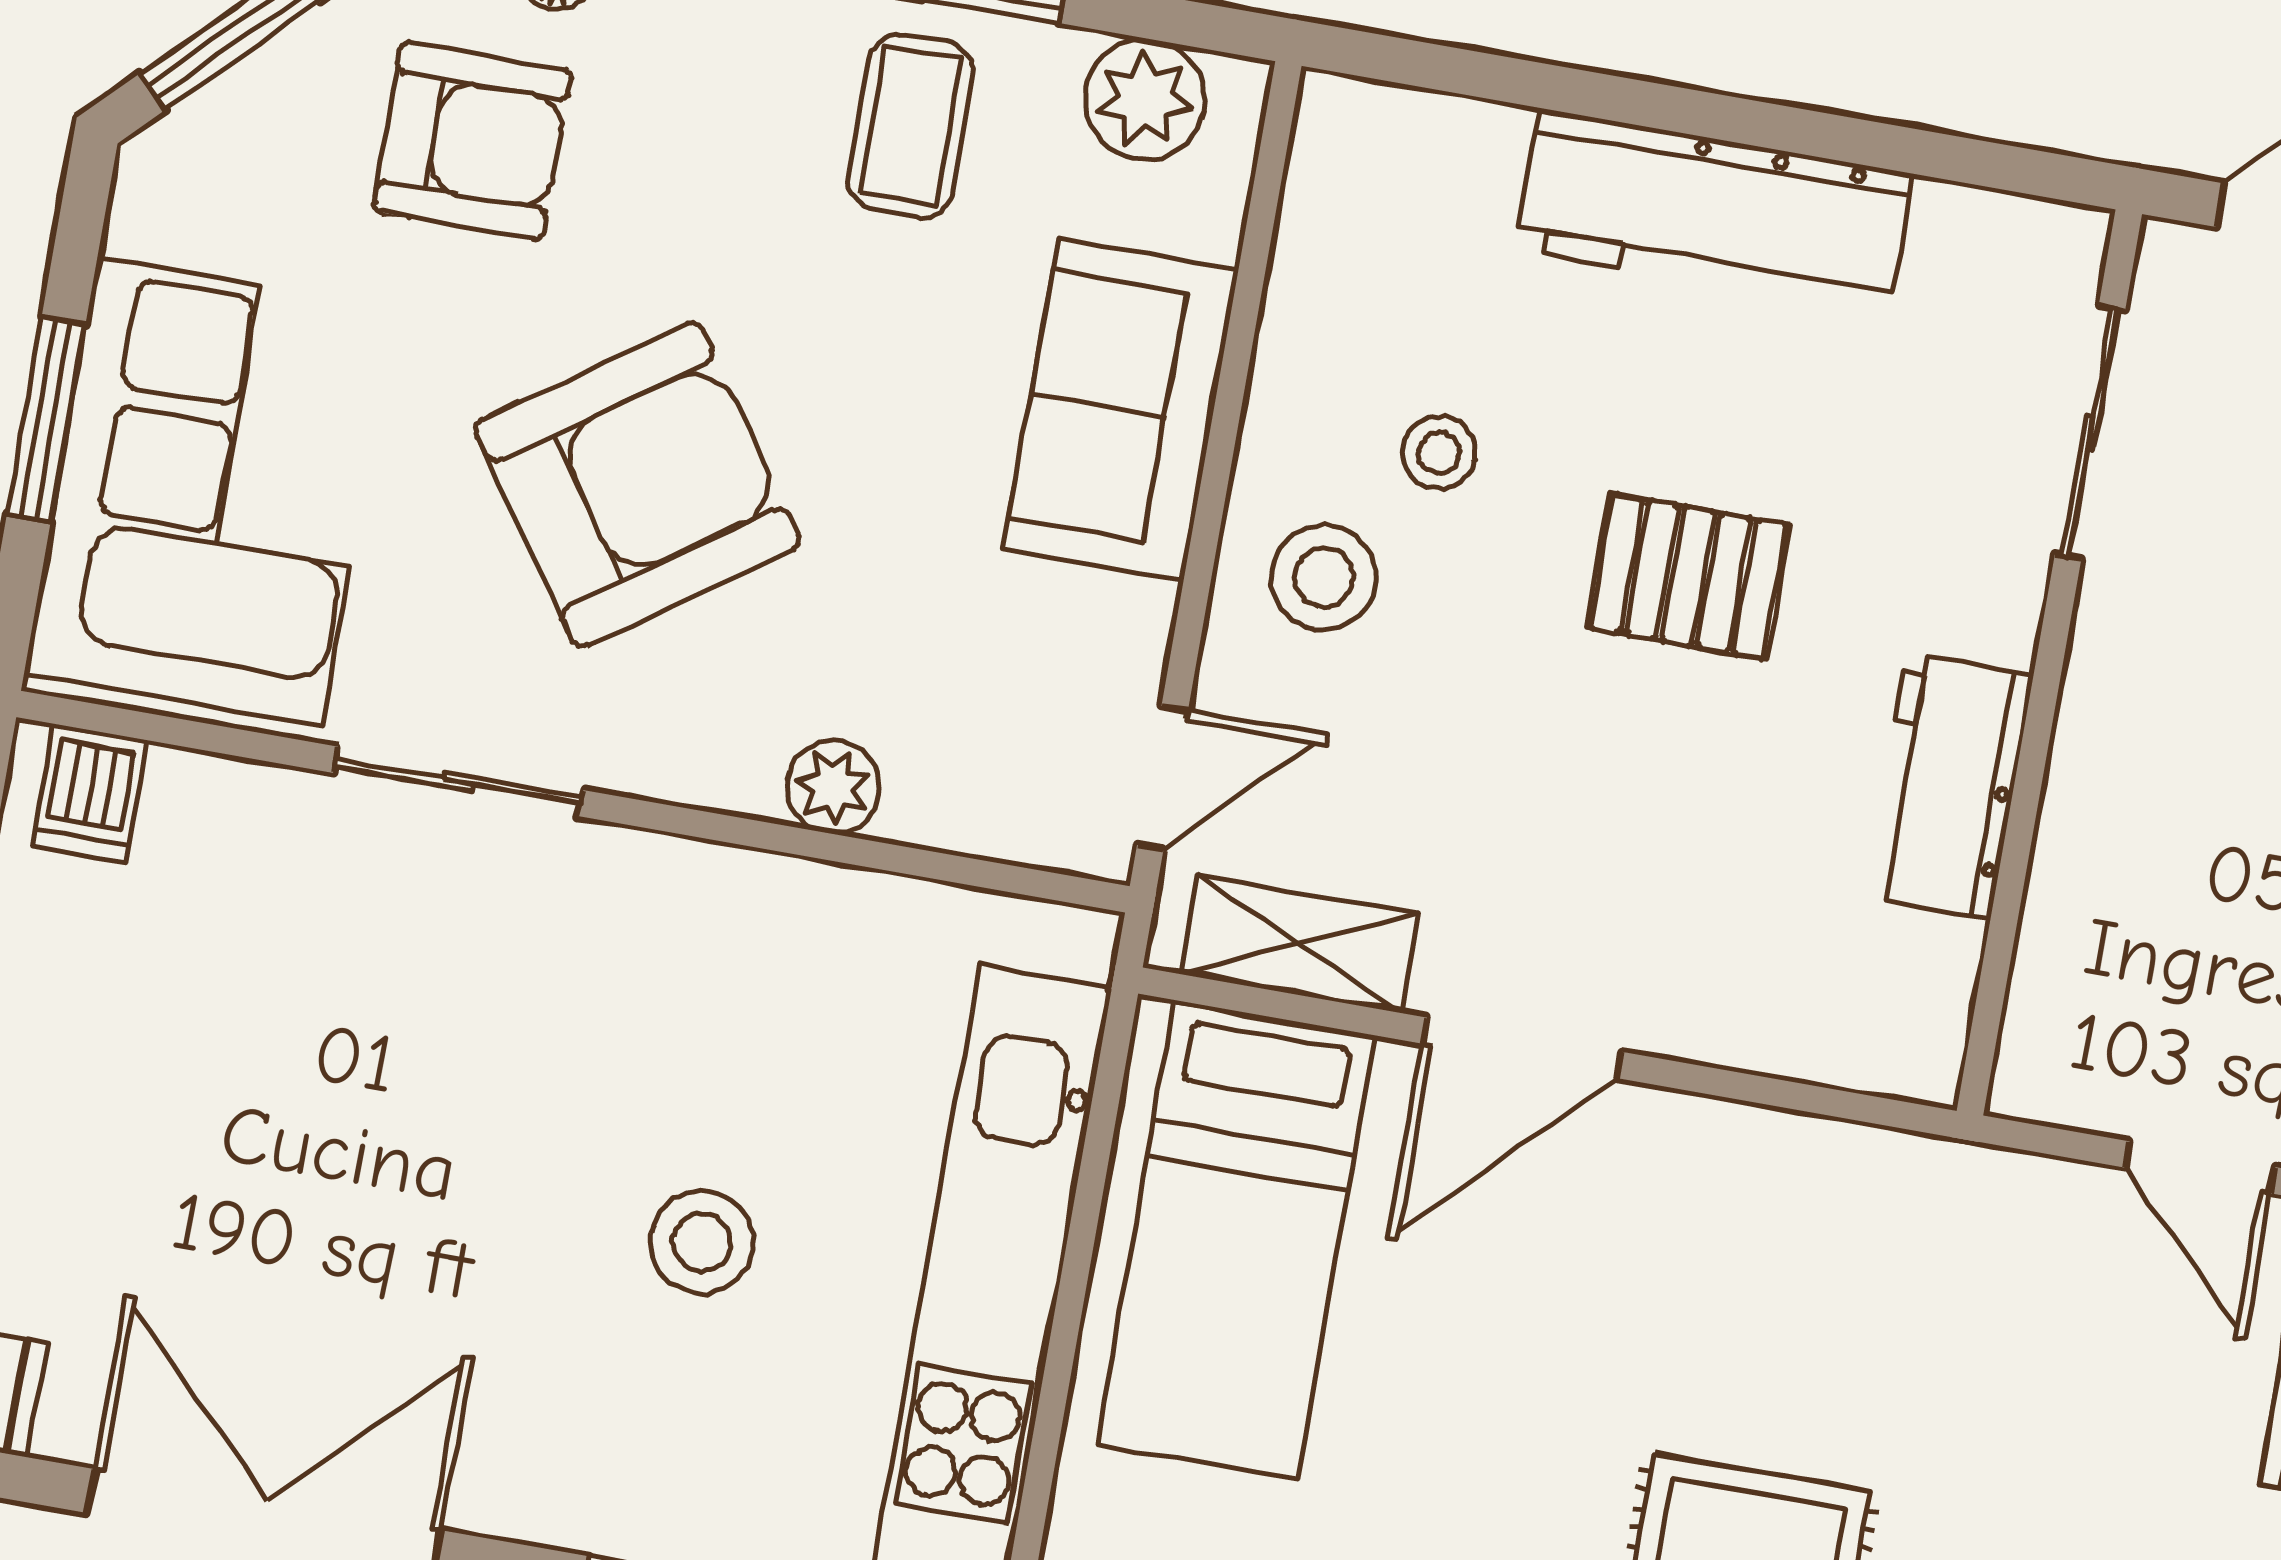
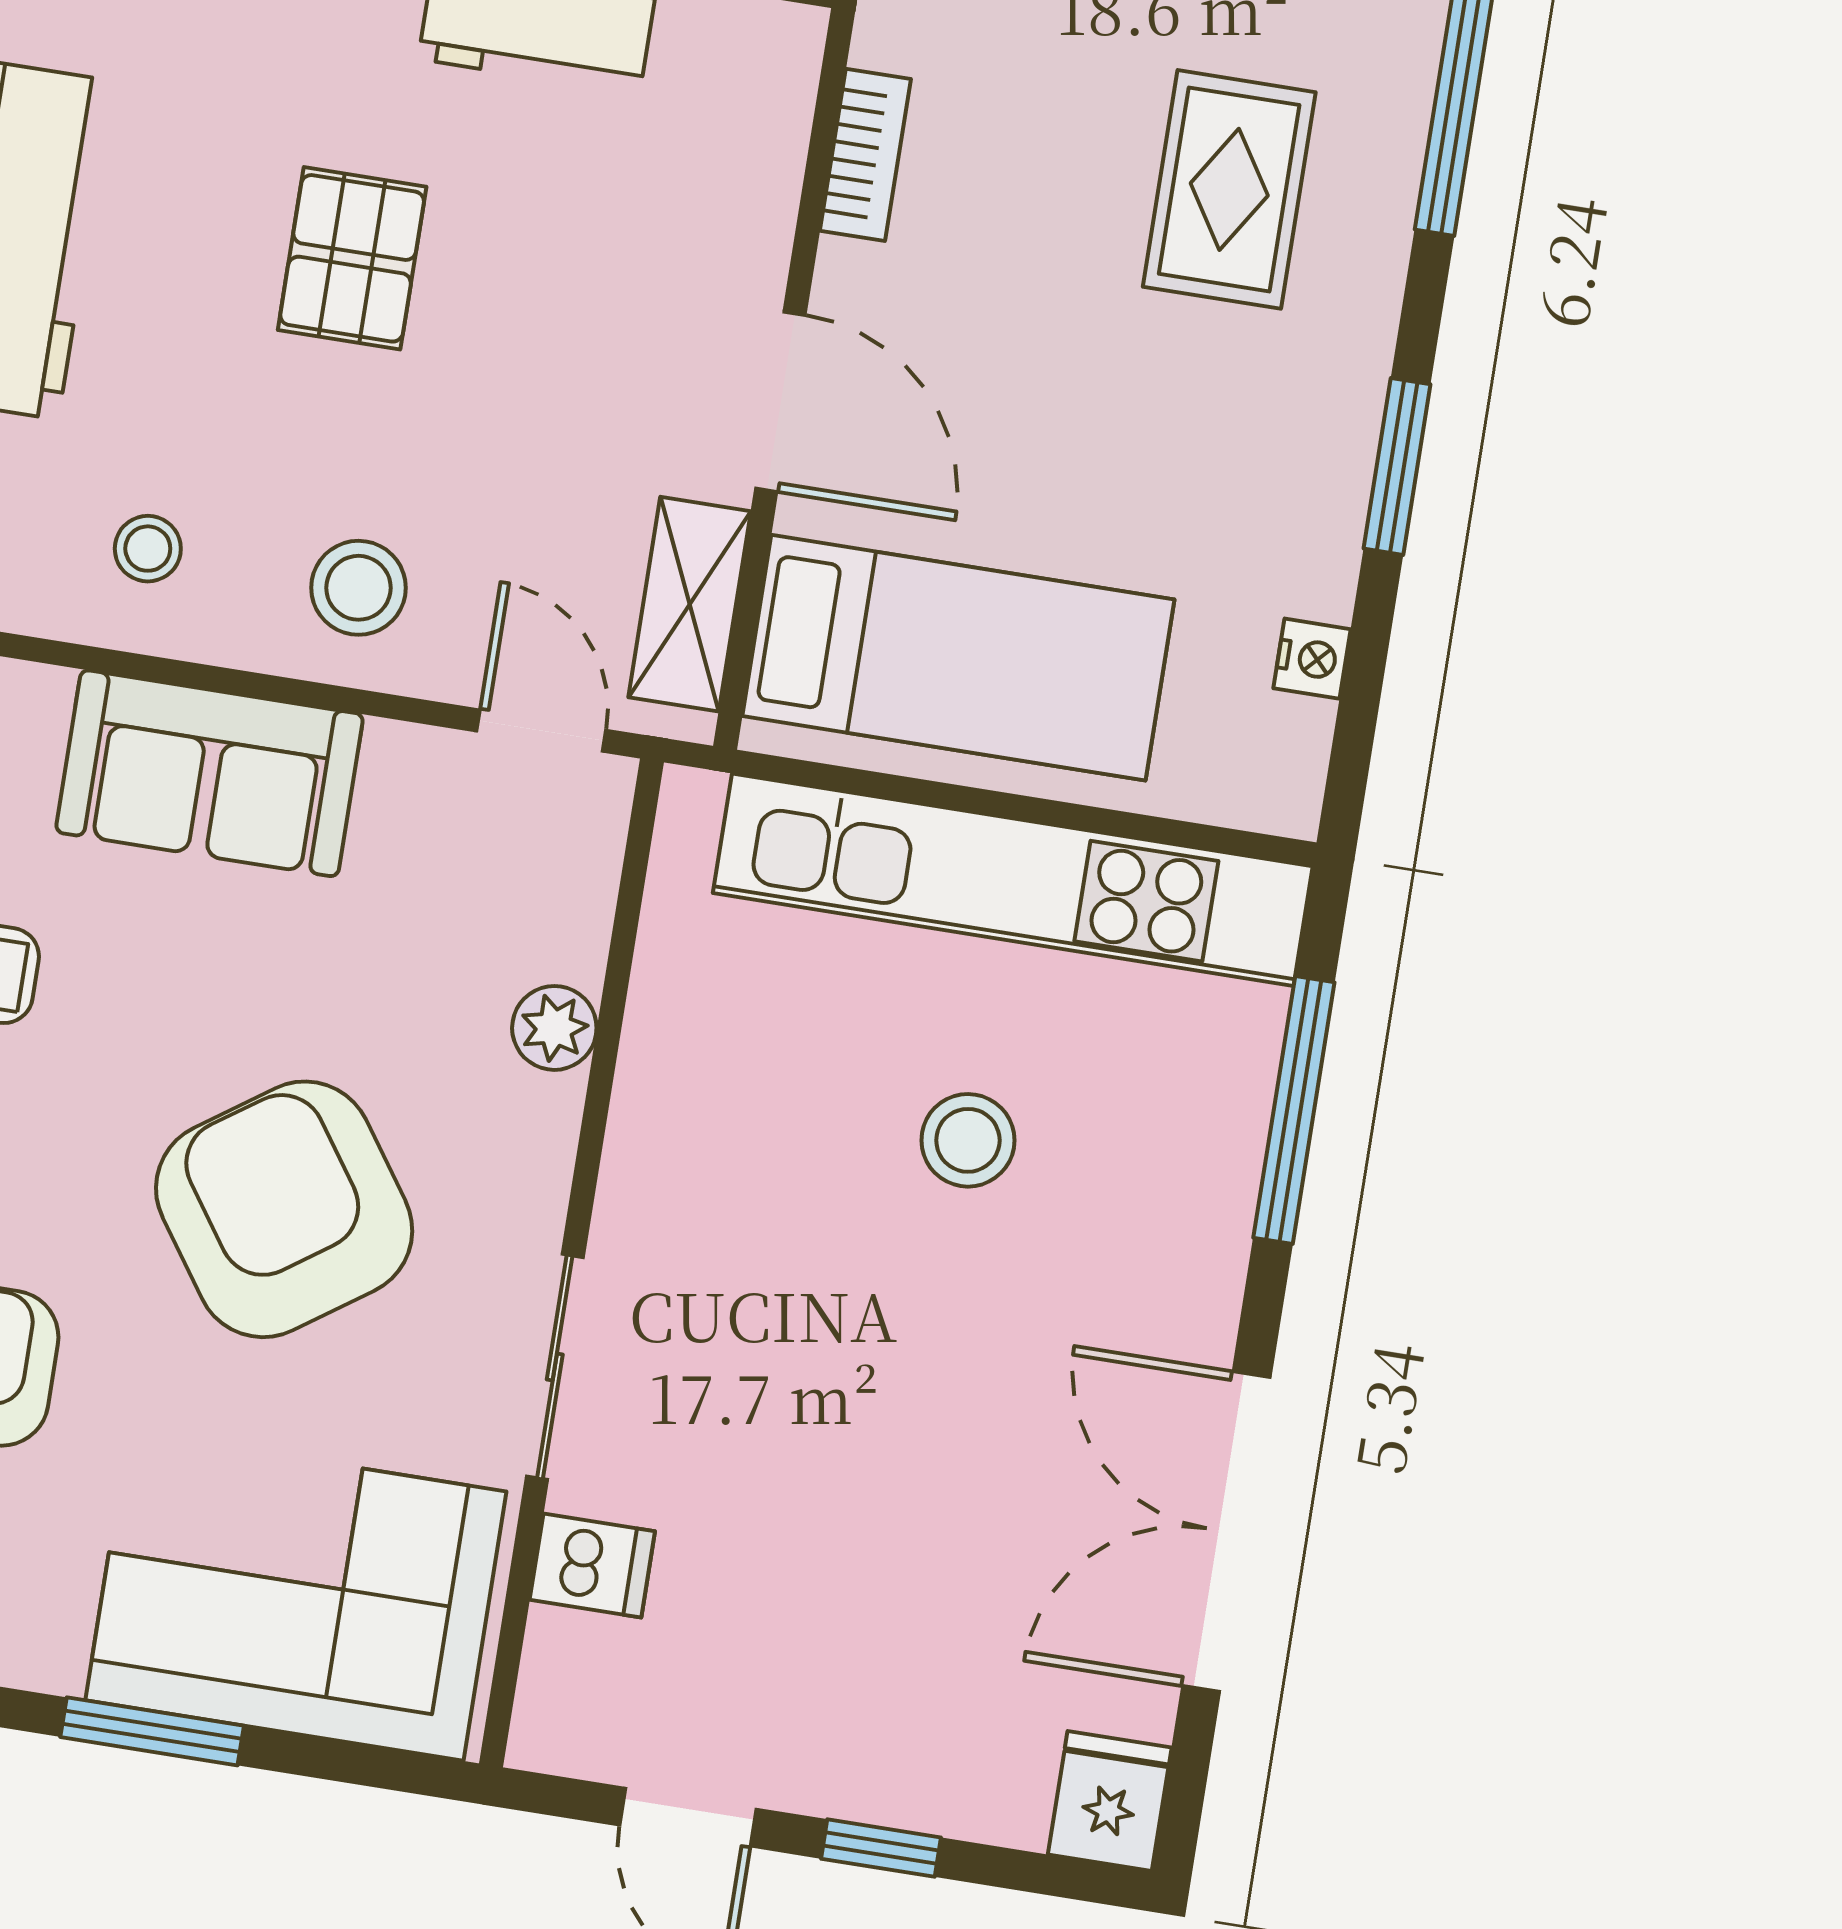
window: (46, 420) -> (152, 1731), moved
stool: (1439, 453) -> (148, 549), moved
dishwasher: (90, 793) -> (592, 1565), moved
bookcase: (1794, 1146) -> (865, 155), added

